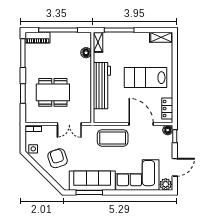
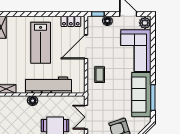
floor lamp: (86, 53) -> (33, 101), moved
double door: (69, 124) -> (86, 117), swing flipped
floor lamp: (168, 130) -> (107, 21), moved
coffee table: (113, 138) -> (100, 75), width x0.54, depth x0.58

